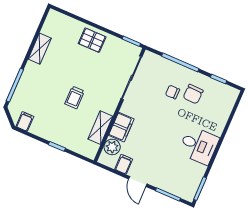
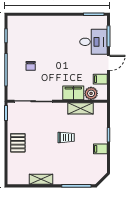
chair: (193, 94) -> (25, 50), removed
filing cabinet: (25, 122) -> (100, 149), moved
desk: (199, 145) -> (93, 42), moved, turned 90

